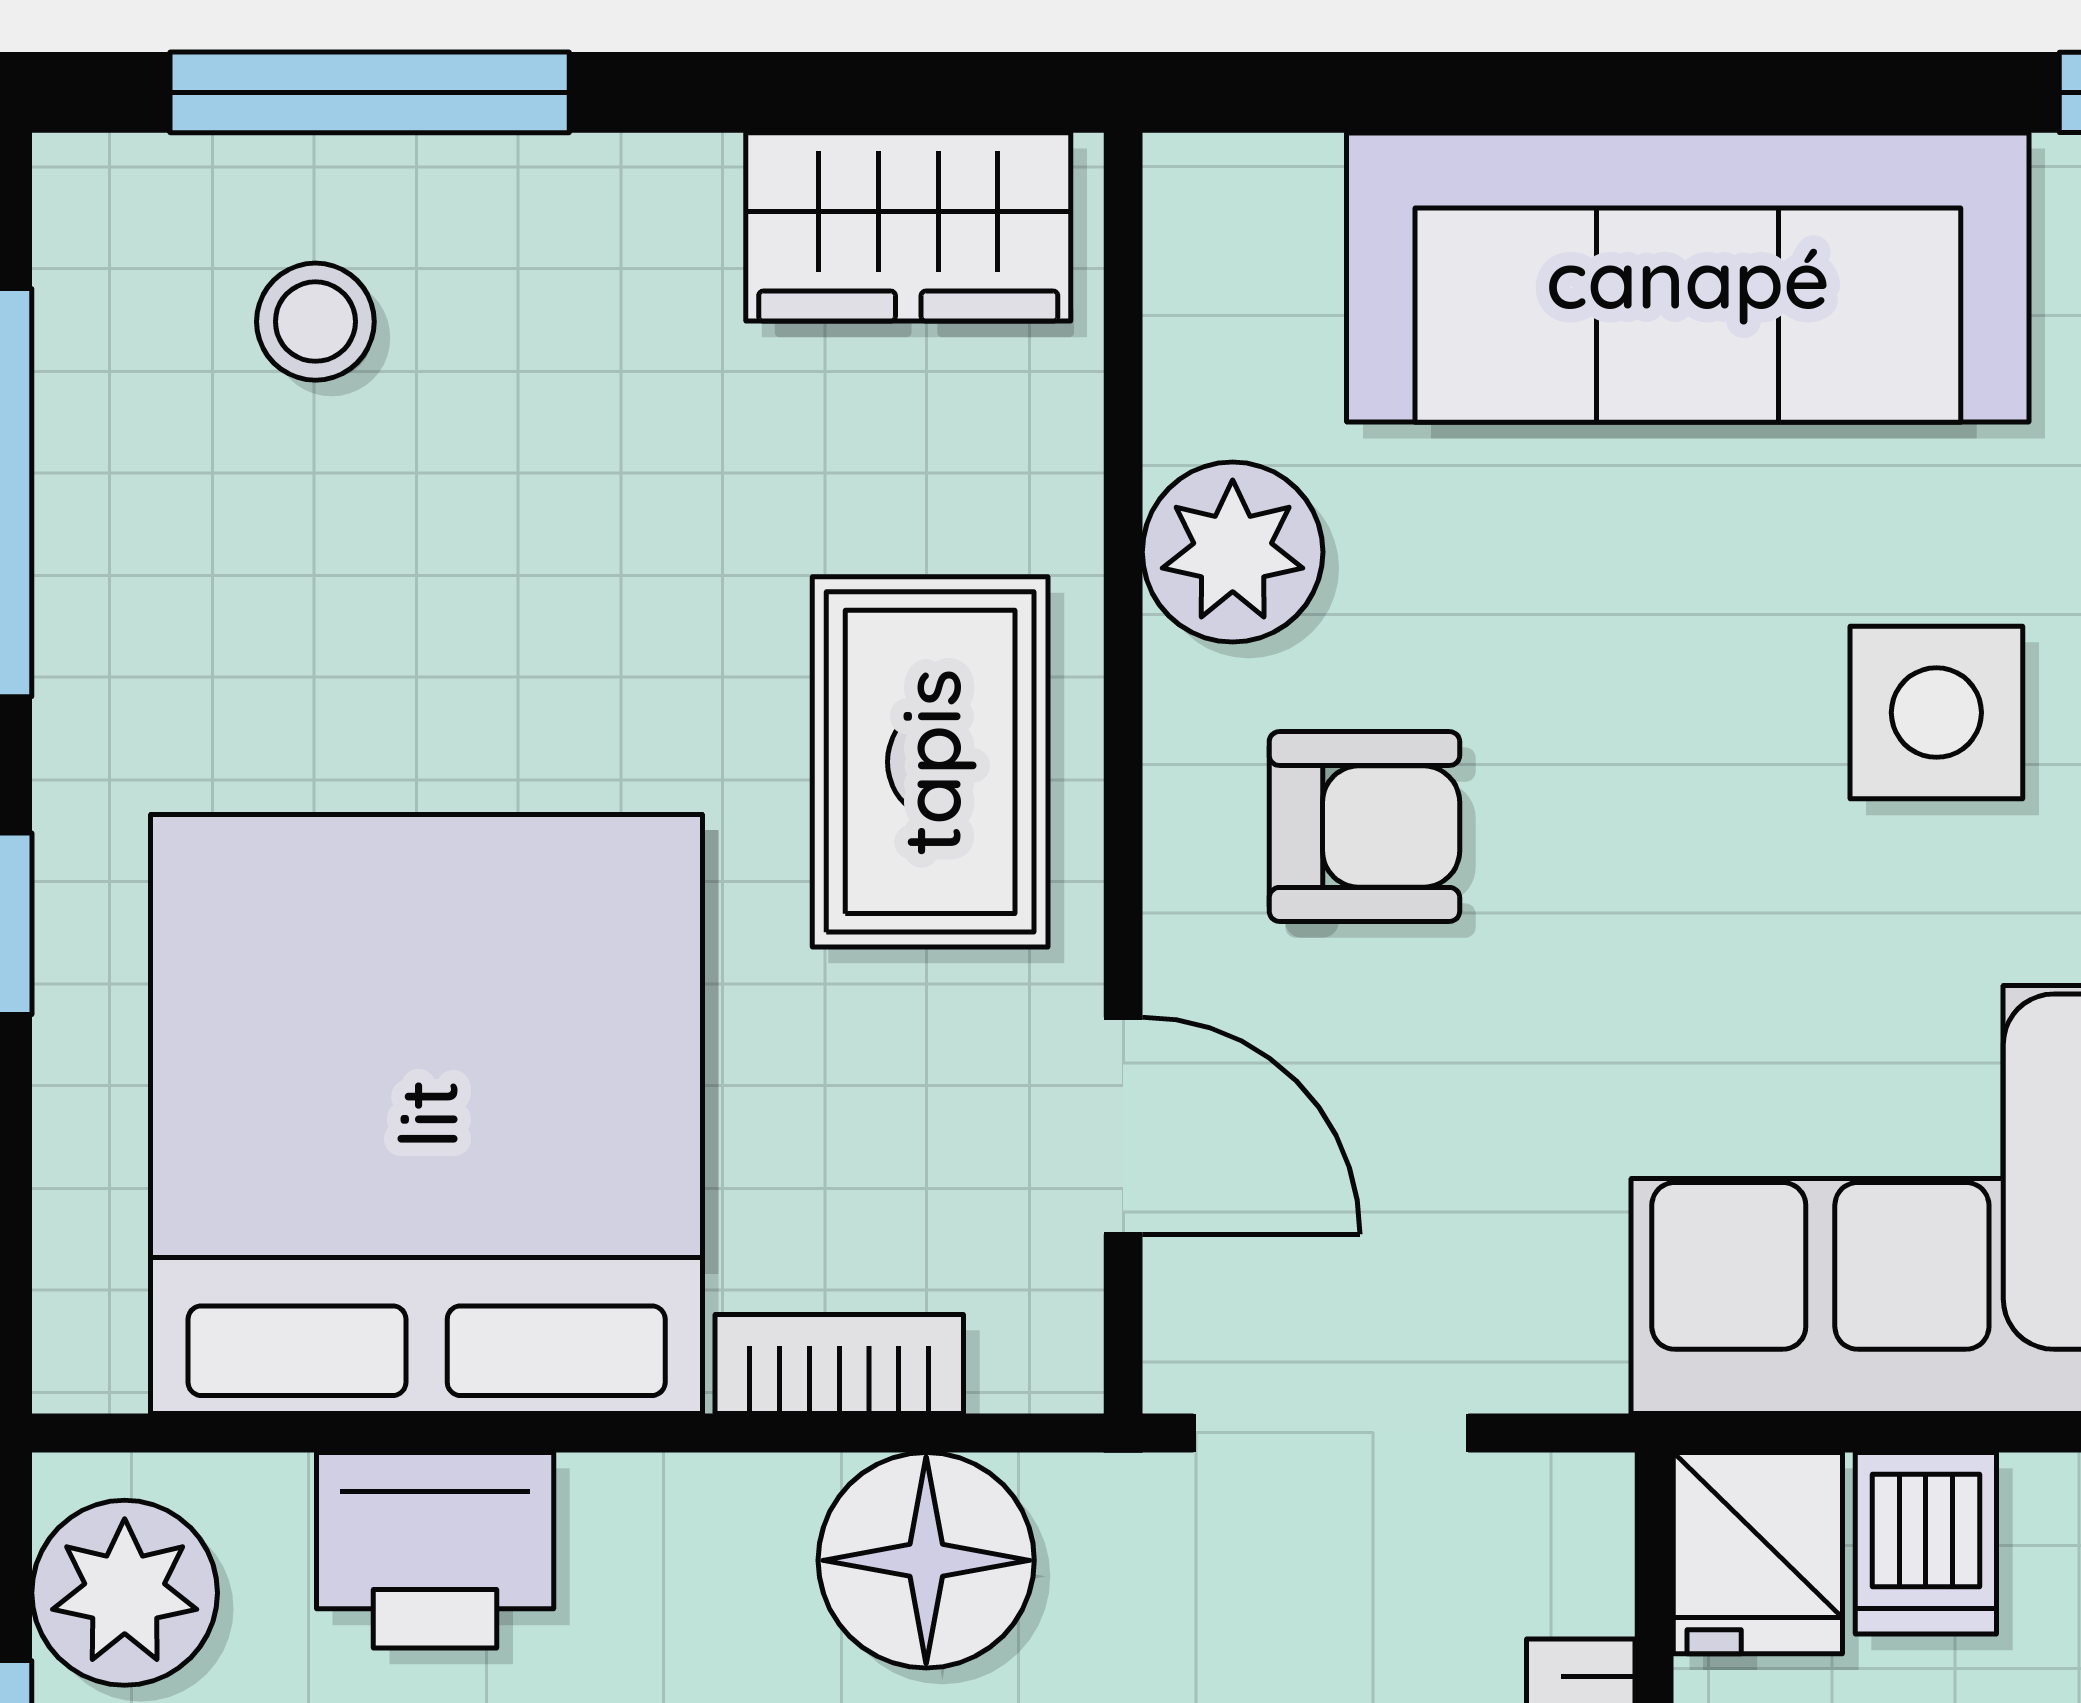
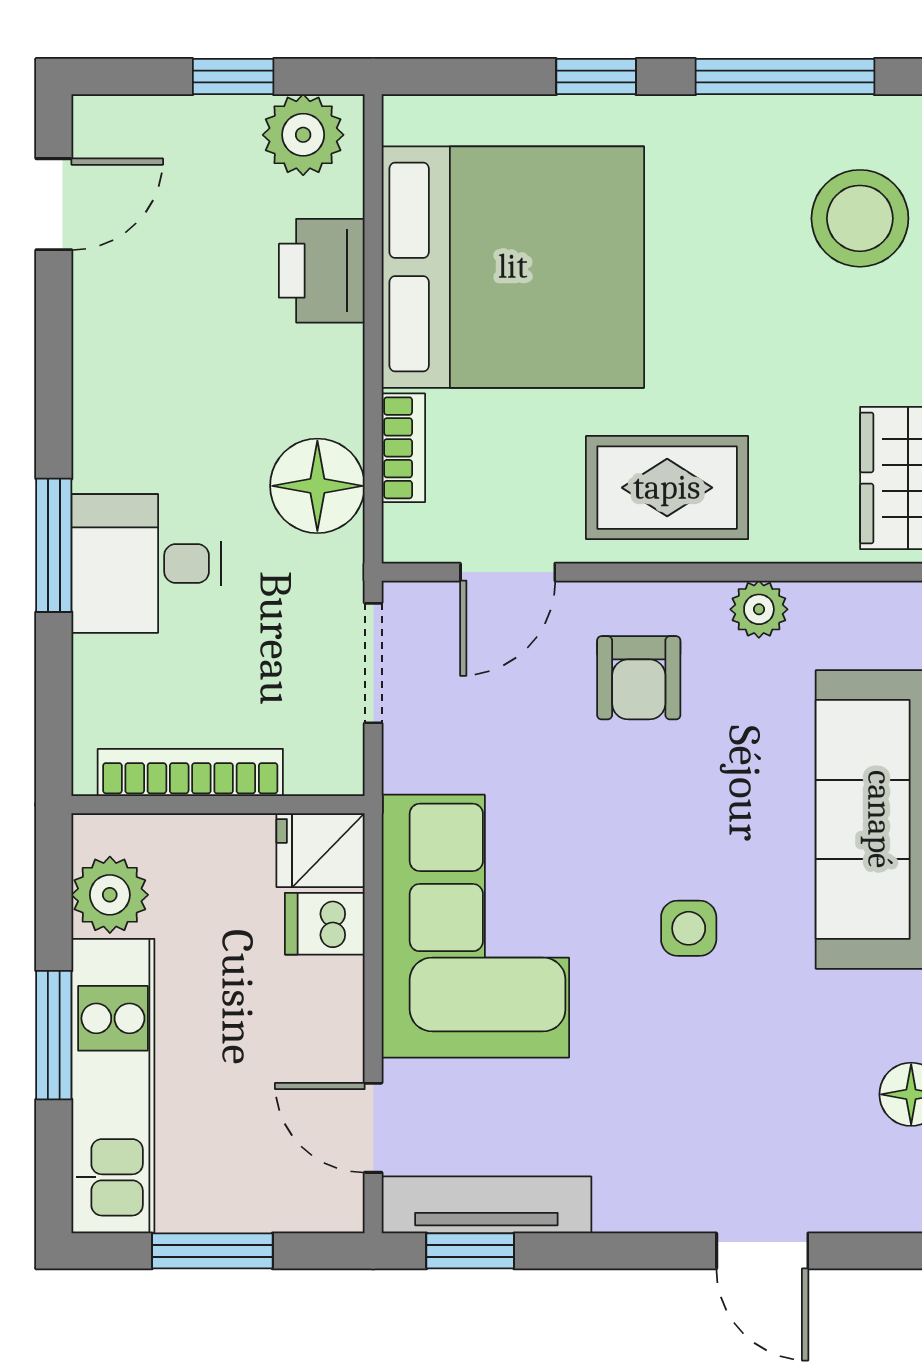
stool: (315, 322) -> (860, 218), width x1.89, depth x1.89
plant: (1233, 552) -> (759, 609), width x0.73, depth x0.73
side table: (1936, 713) -> (689, 928), width x0.73, depth x0.73

